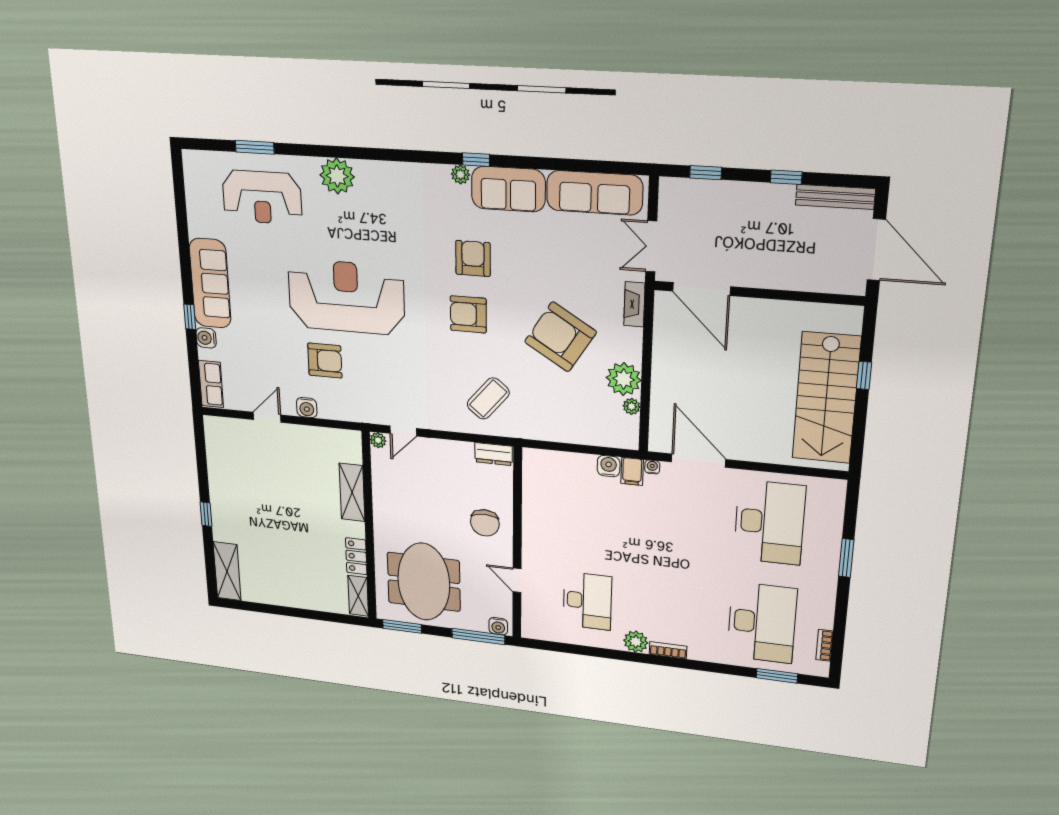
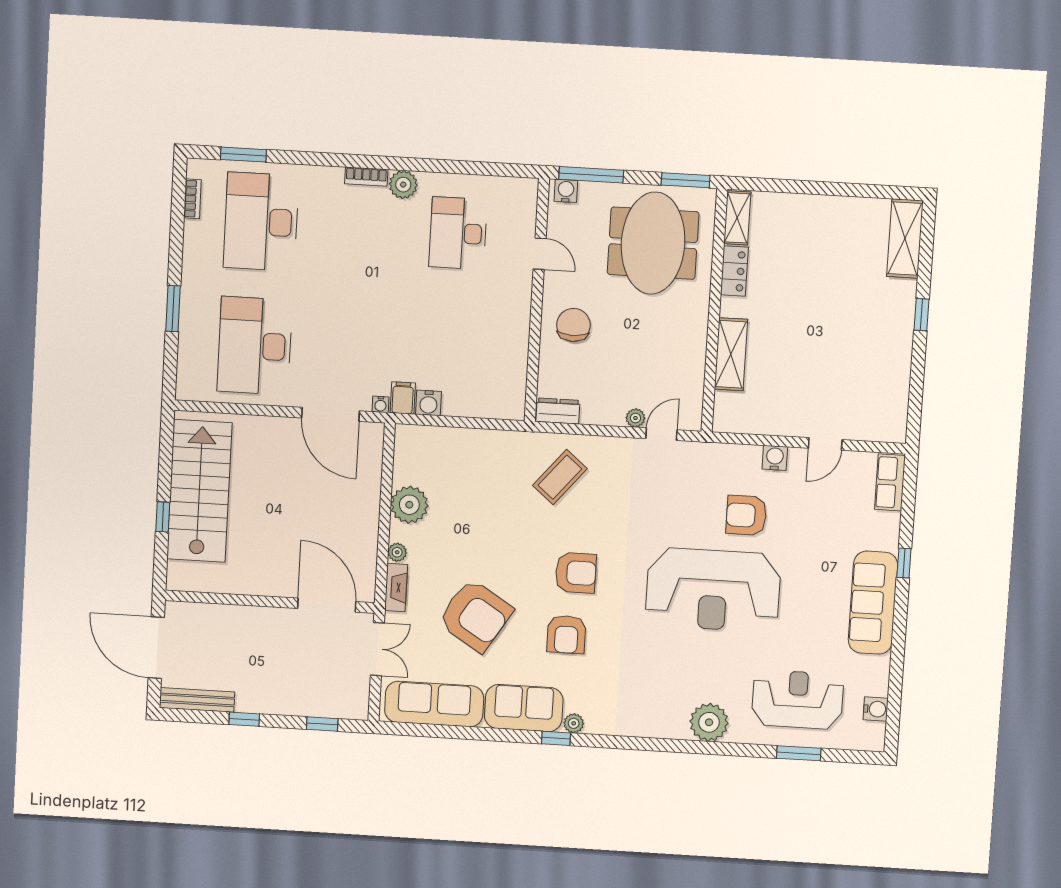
armchair: (560, 337) -> (475, 615), moved
water cooler: (206, 338) -> (876, 709), moved
plant: (632, 406) -> (397, 552), moved
plant: (378, 440) -> (635, 418), moved

